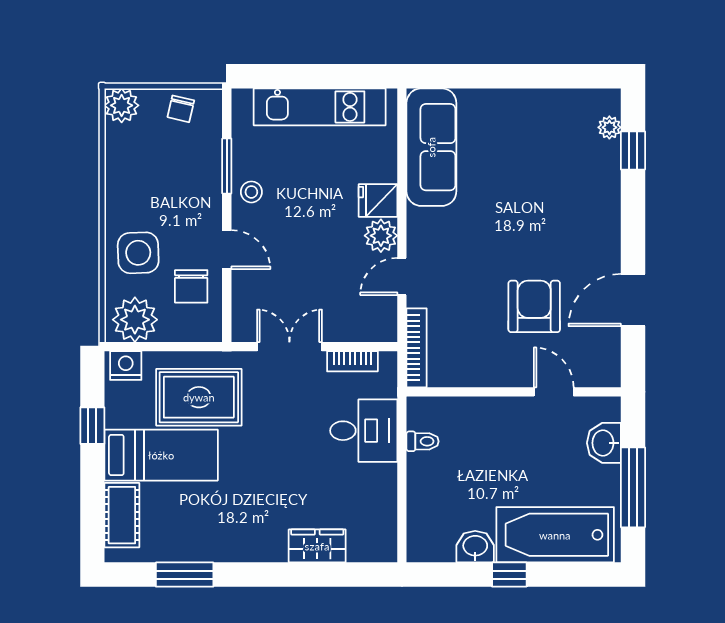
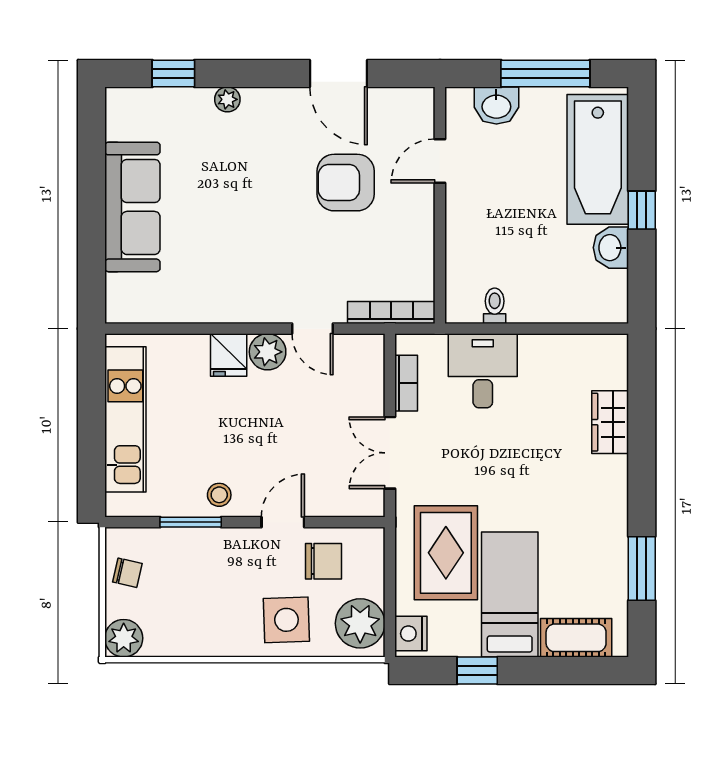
plant: (609, 127) -> (227, 99), moved
sofa: (431, 147) -> (132, 207), moved, turned 90

